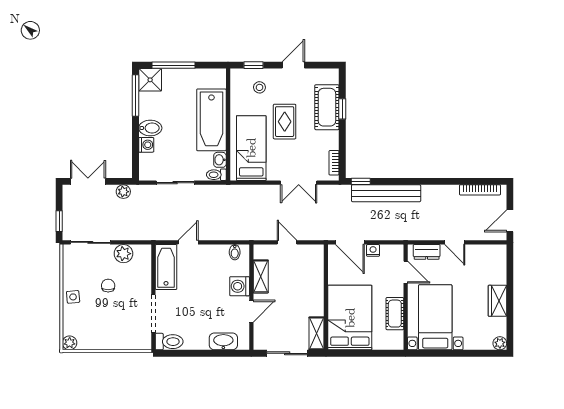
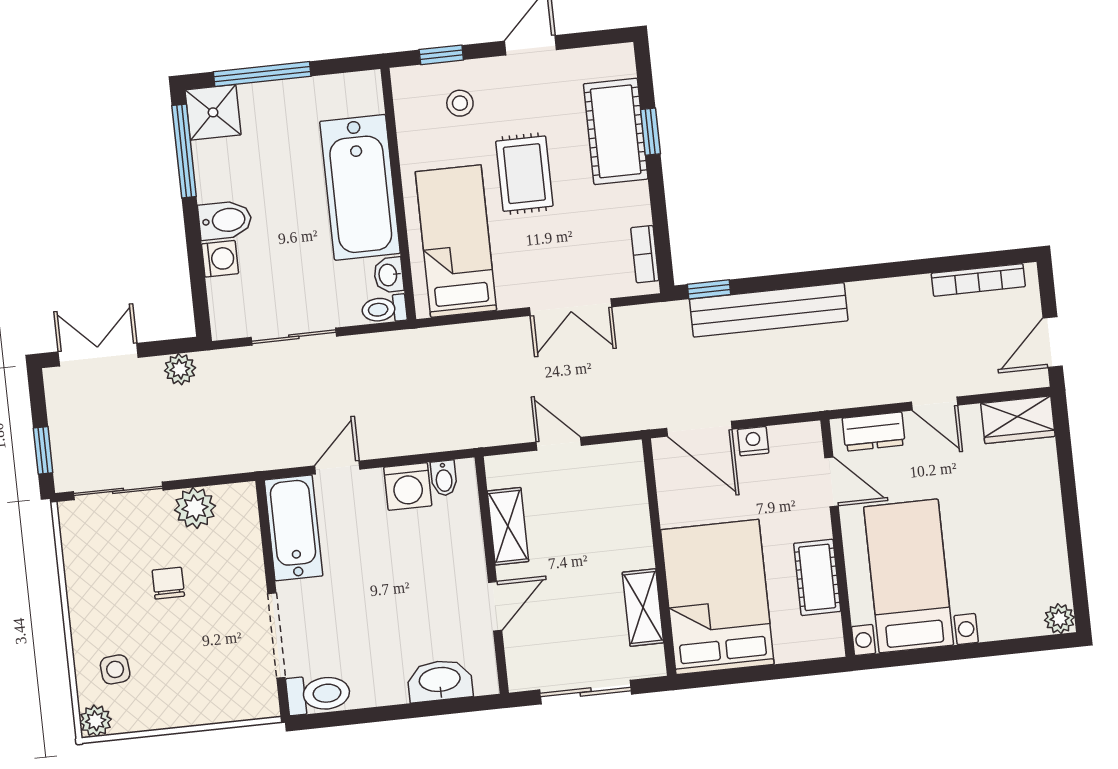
washing machine: (240, 286) -> (408, 486), moved, turned -90
side table: (73, 297) -> (115, 669), moved
wardrobe: (497, 301) -> (1018, 420), moved, turned -90
shelving: (317, 333) -> (643, 608), moved

